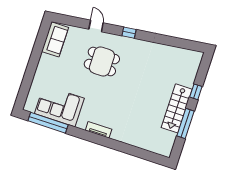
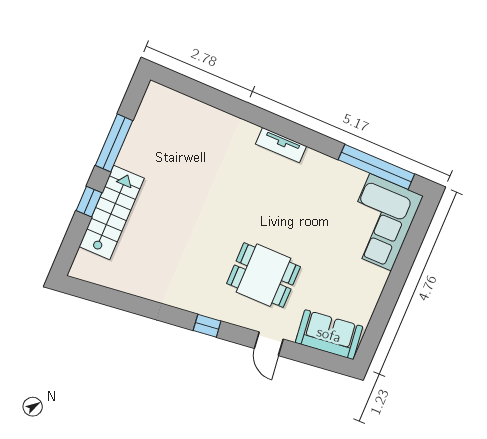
sofa: (55, 39) -> (329, 335), moved, turned 83
corner sofa: (59, 106) -> (381, 222), moved, turned 90
stairs: (177, 108) -> (112, 212), moved

